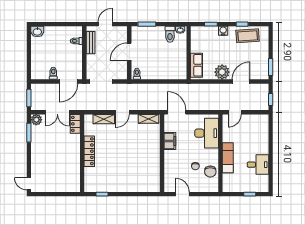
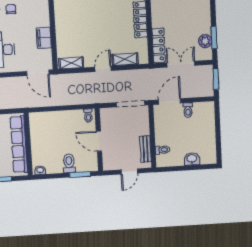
washbasin: (37, 32) -> (192, 159), moved
toilet: (170, 34) -> (69, 163), moved
door: (129, 52) -> (99, 141), swing flipped
row of seats: (196, 65) -> (19, 144), width x2.02
plant: (36, 120) -> (205, 41), moved
locker: (75, 124) -> (159, 45), width x1.53

